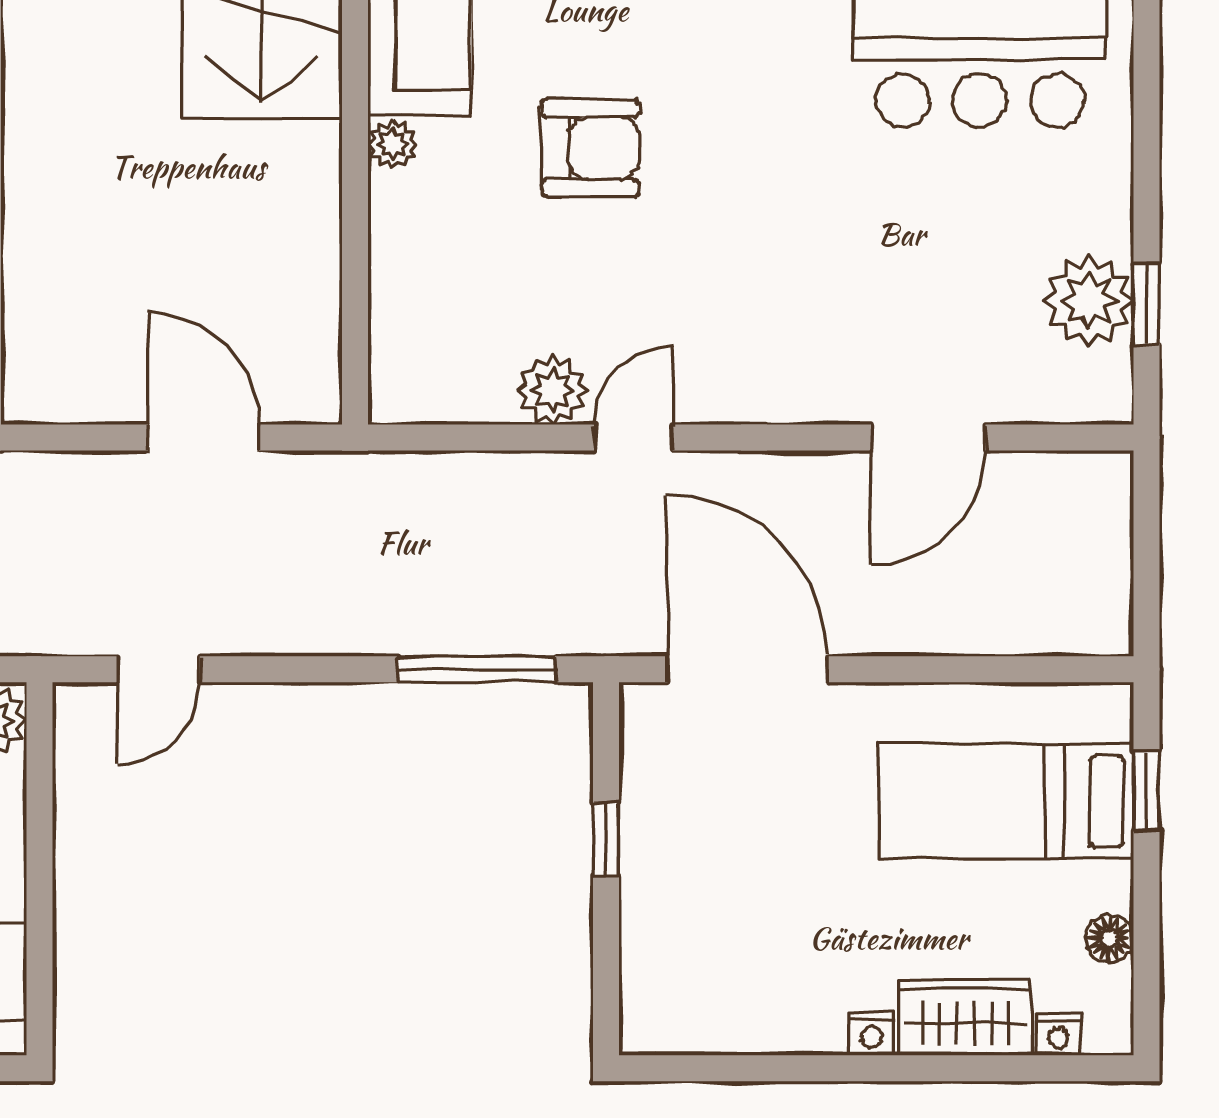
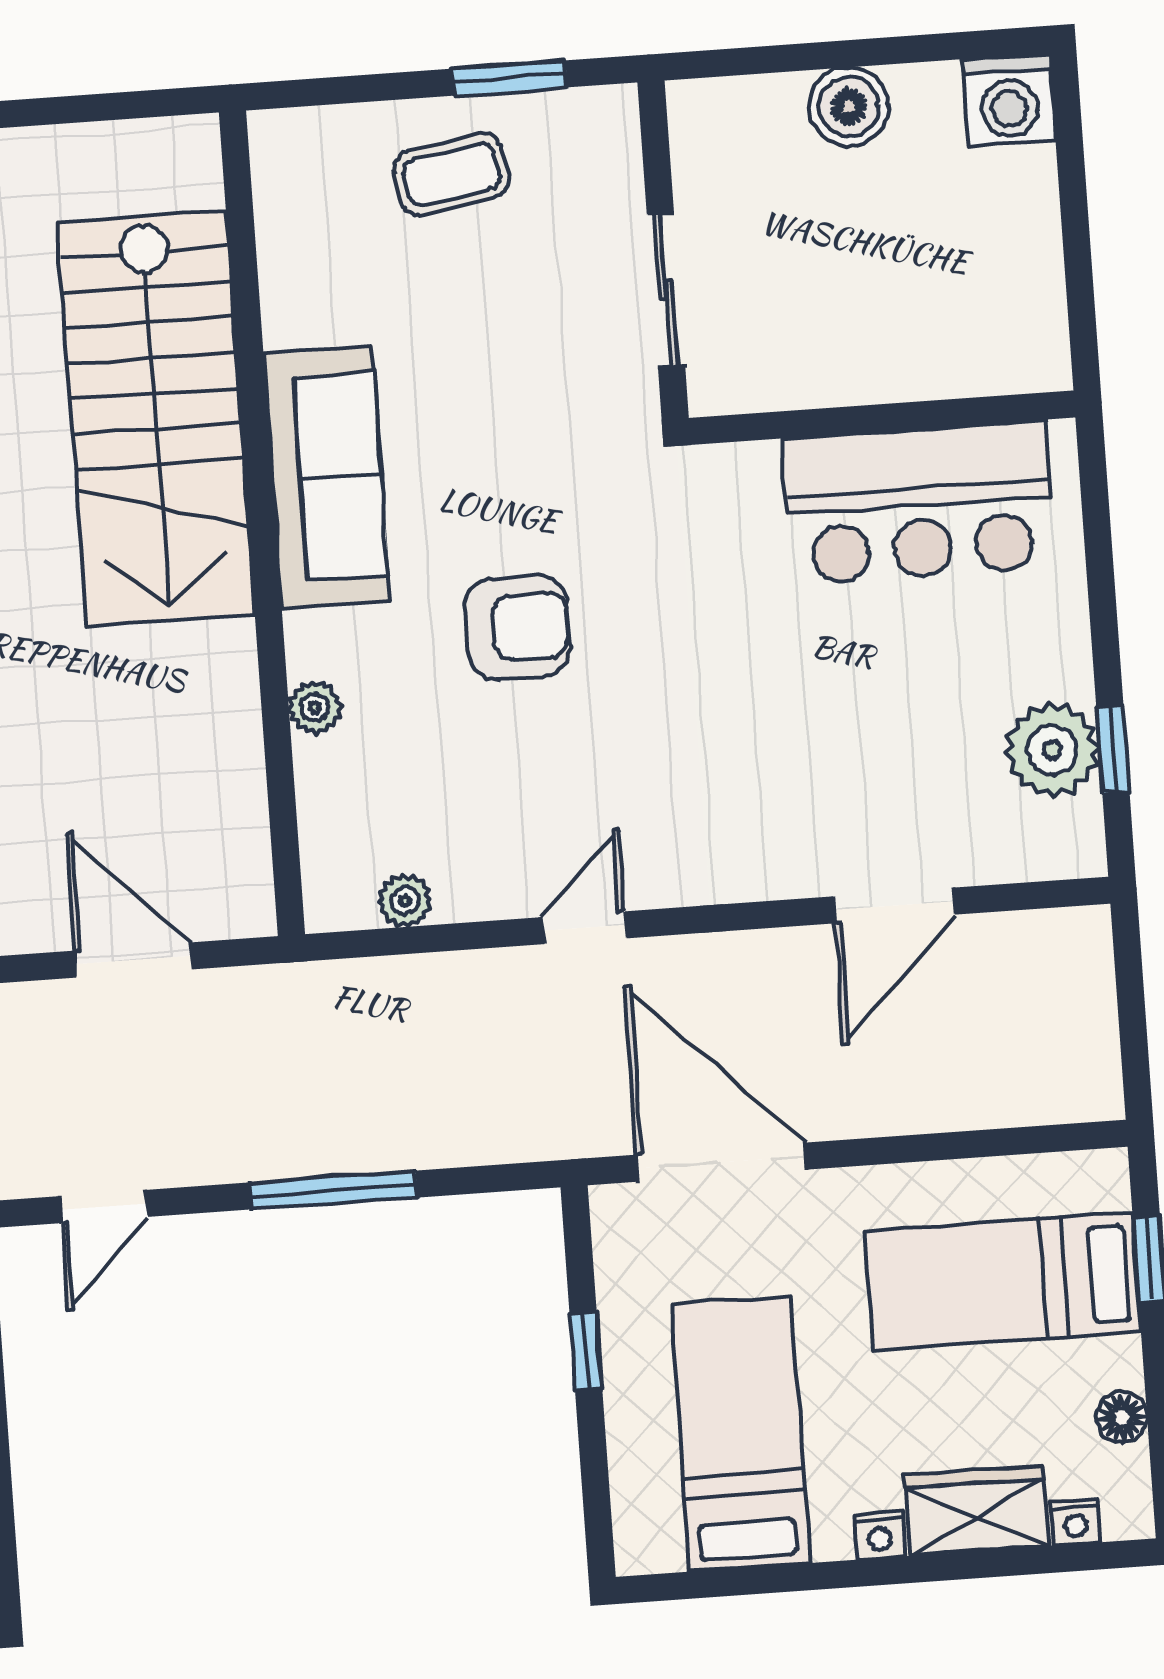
plant: (392, 145) -> (315, 708), moved
plant: (553, 390) -> (405, 901), moved, width x0.73, depth x0.73
window: (477, 669) -> (333, 1190), moved
bed: (747, 928) -> (740, 1434), added

